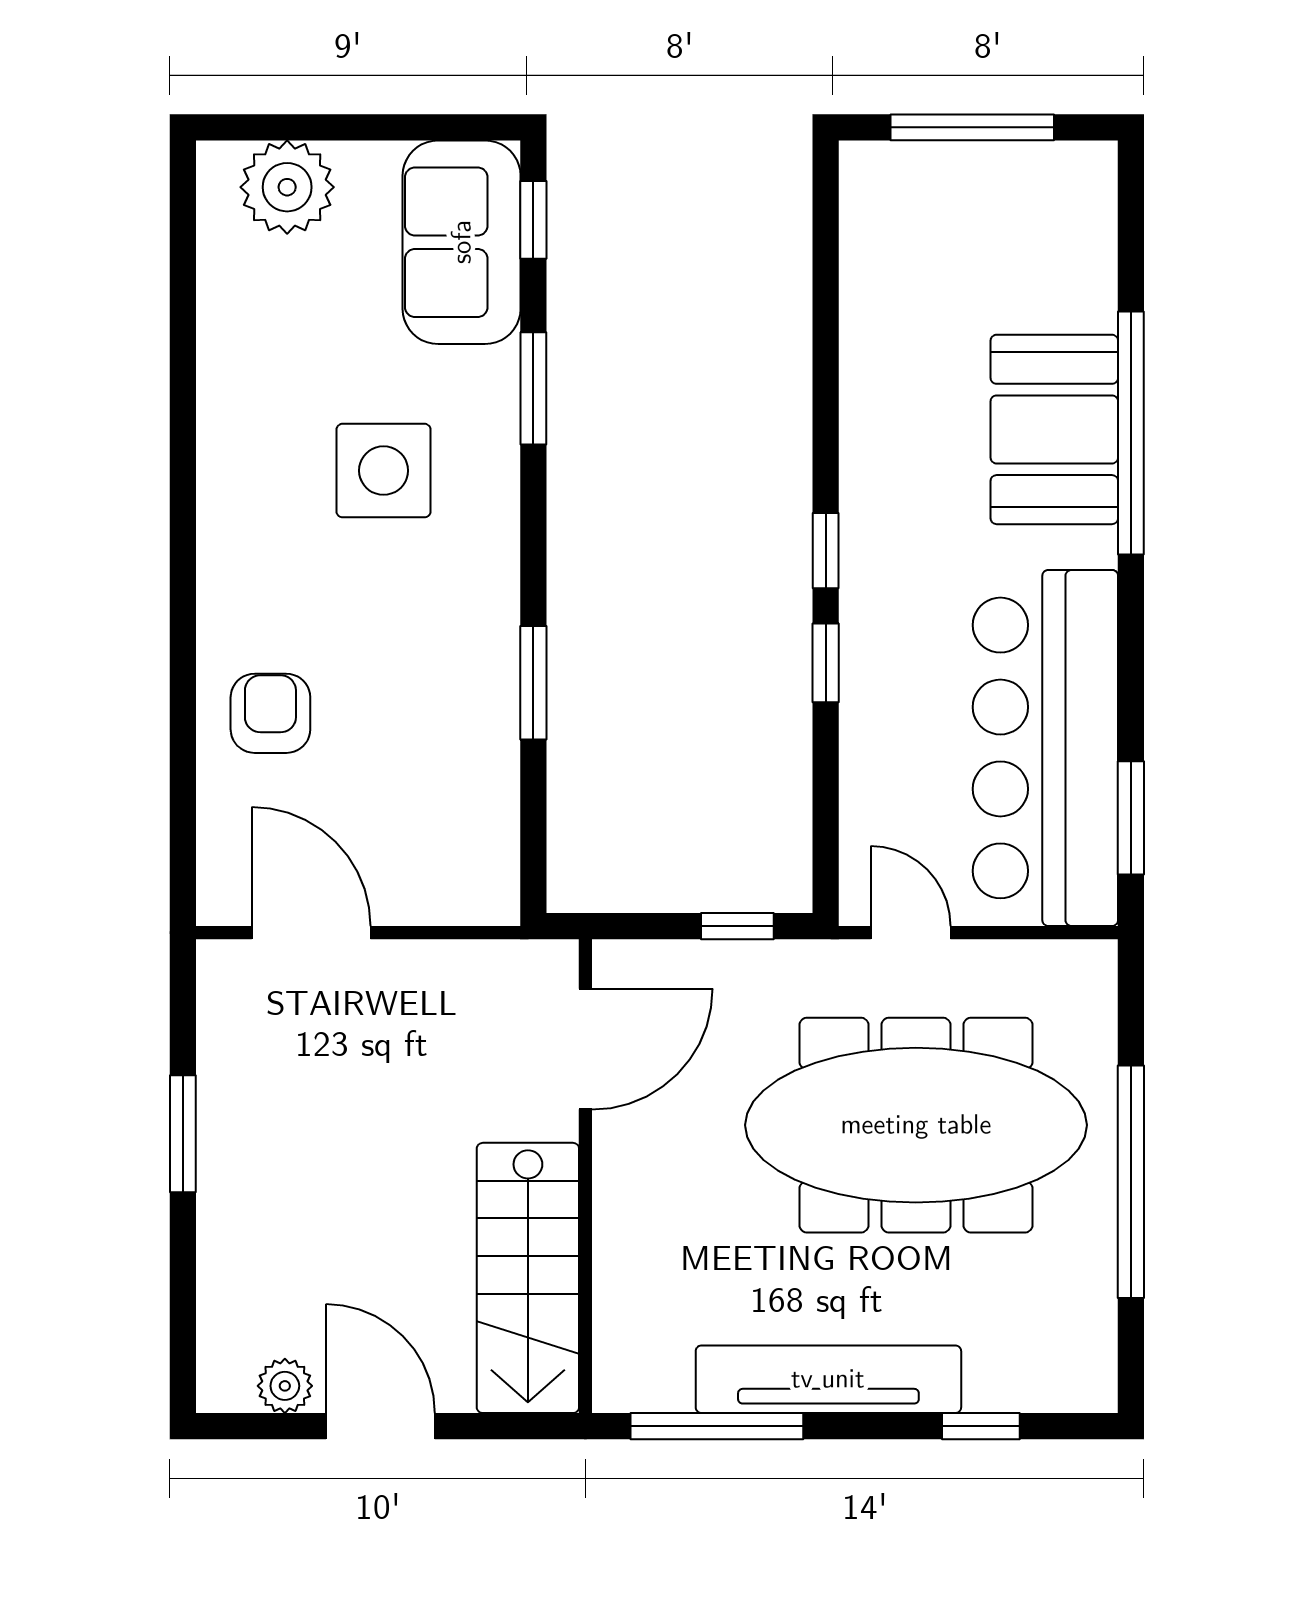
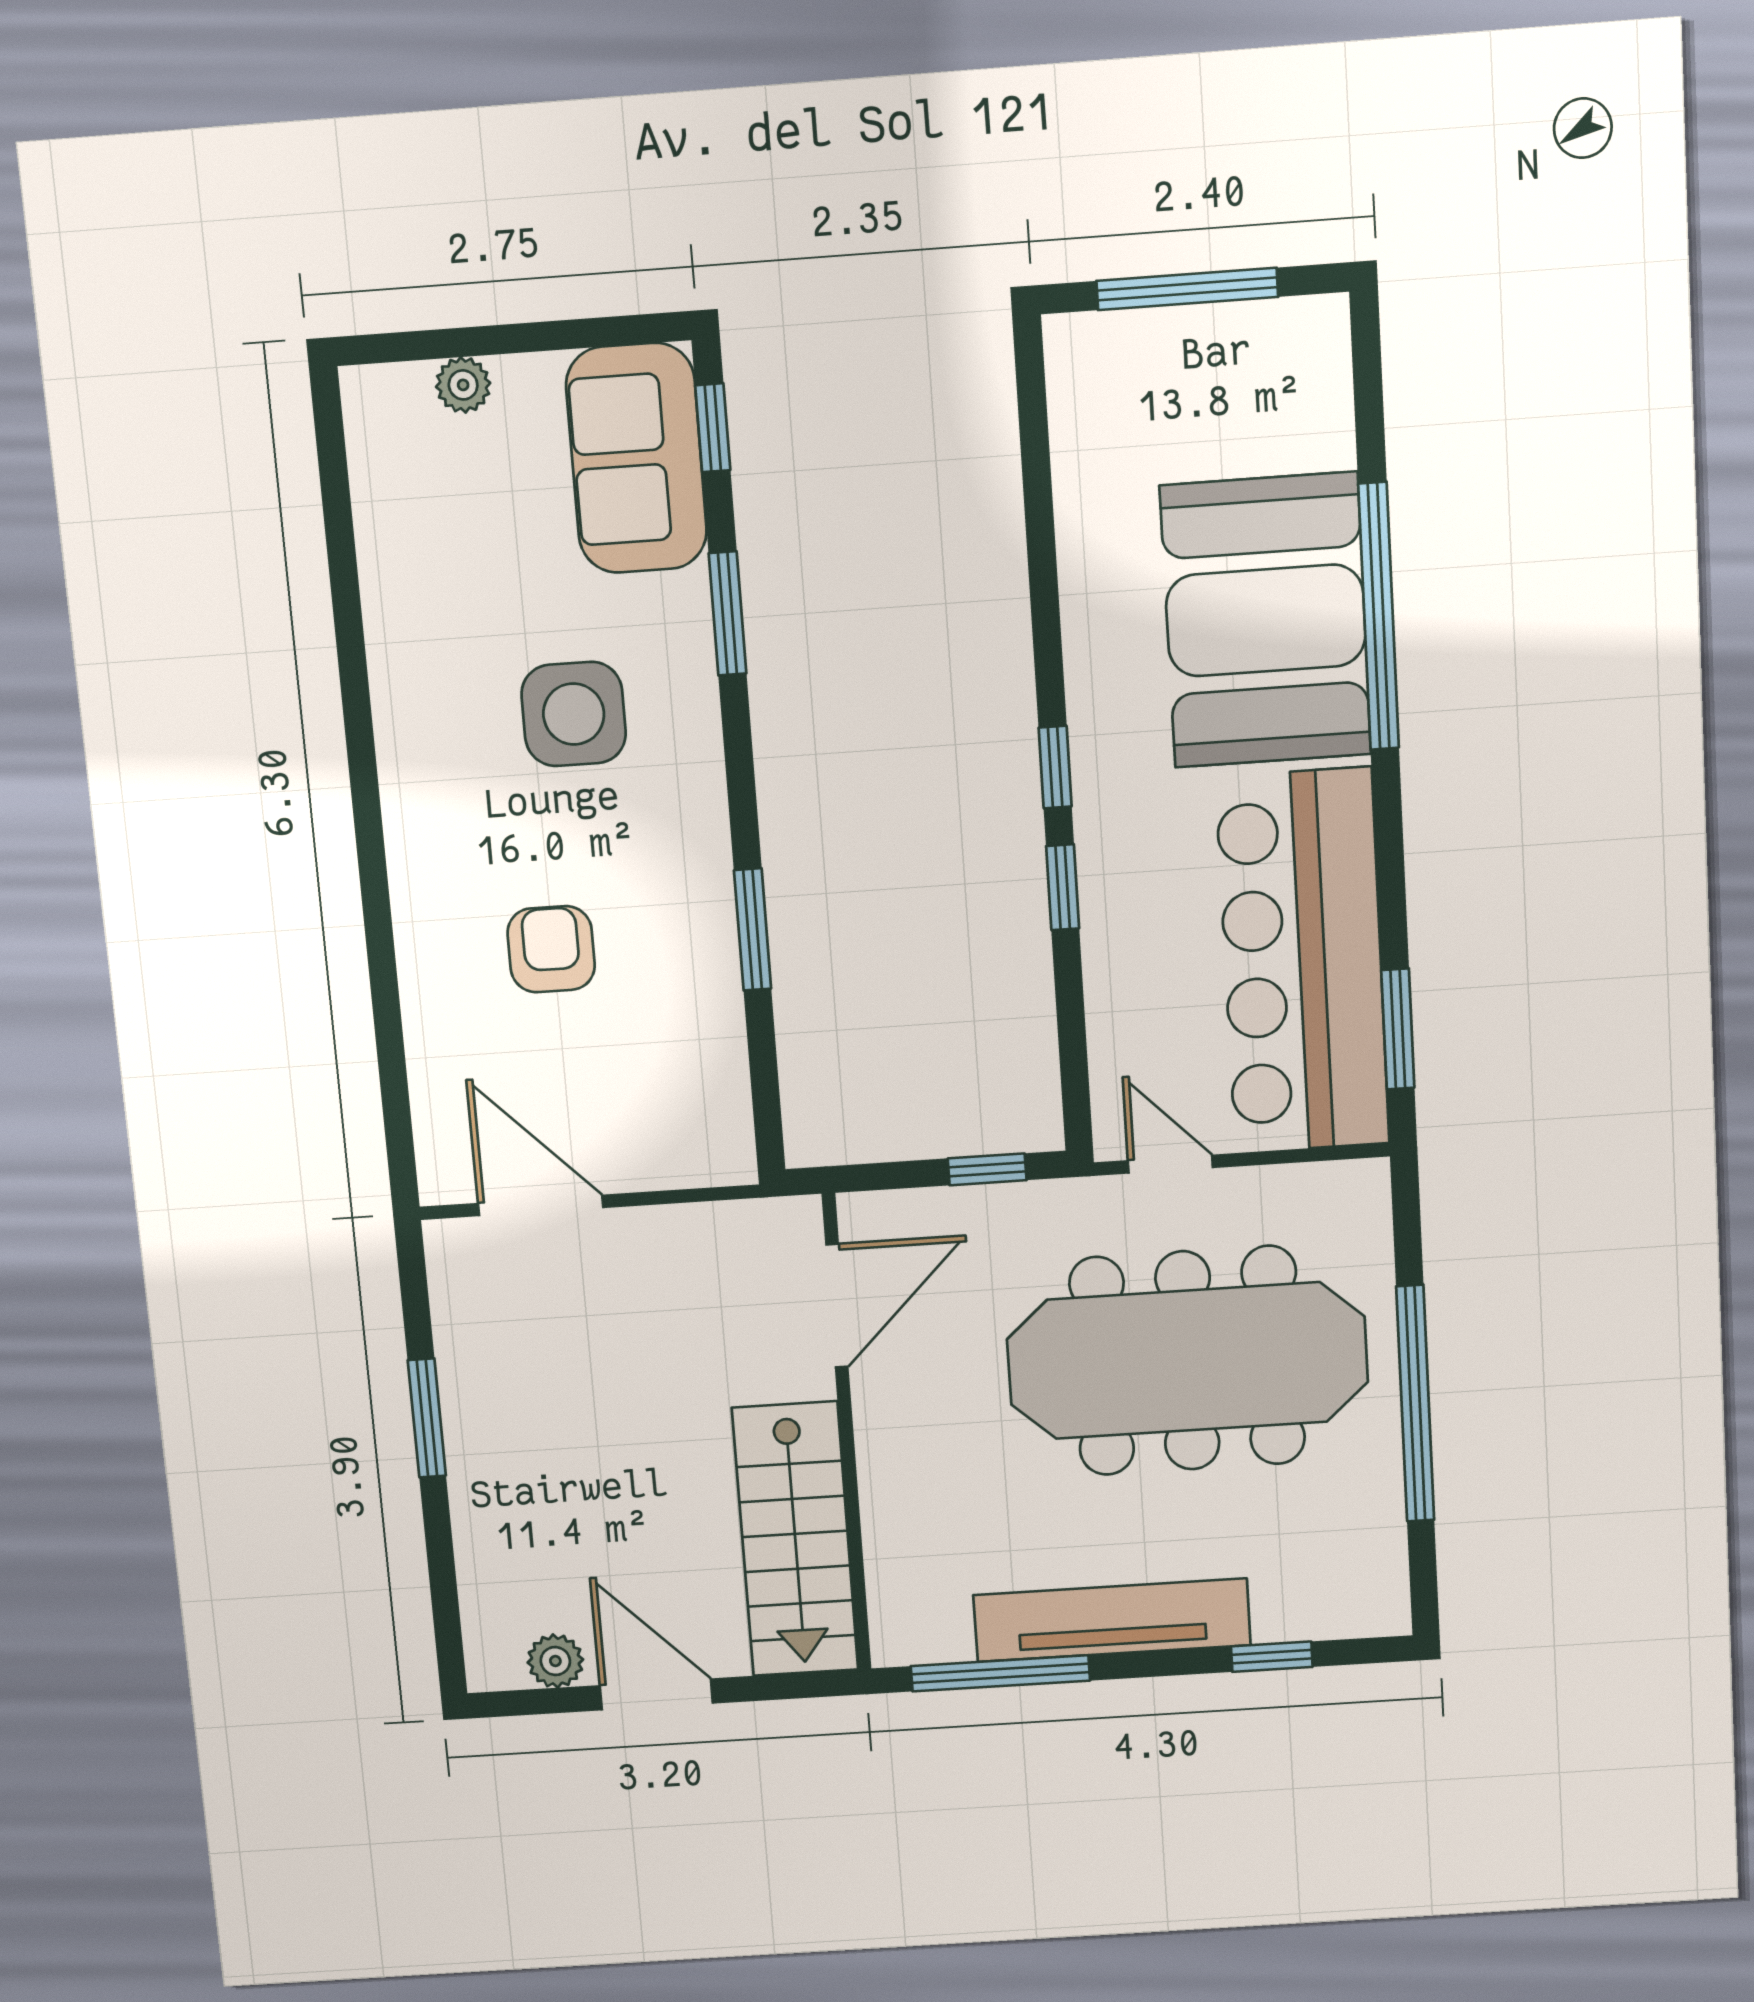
plant: (287, 187) -> (463, 385), width x0.53, depth x0.53
booth: (1054, 429) -> (1266, 620), width x1.36, depth x1.42
armchair: (270, 713) -> (551, 949), moved

